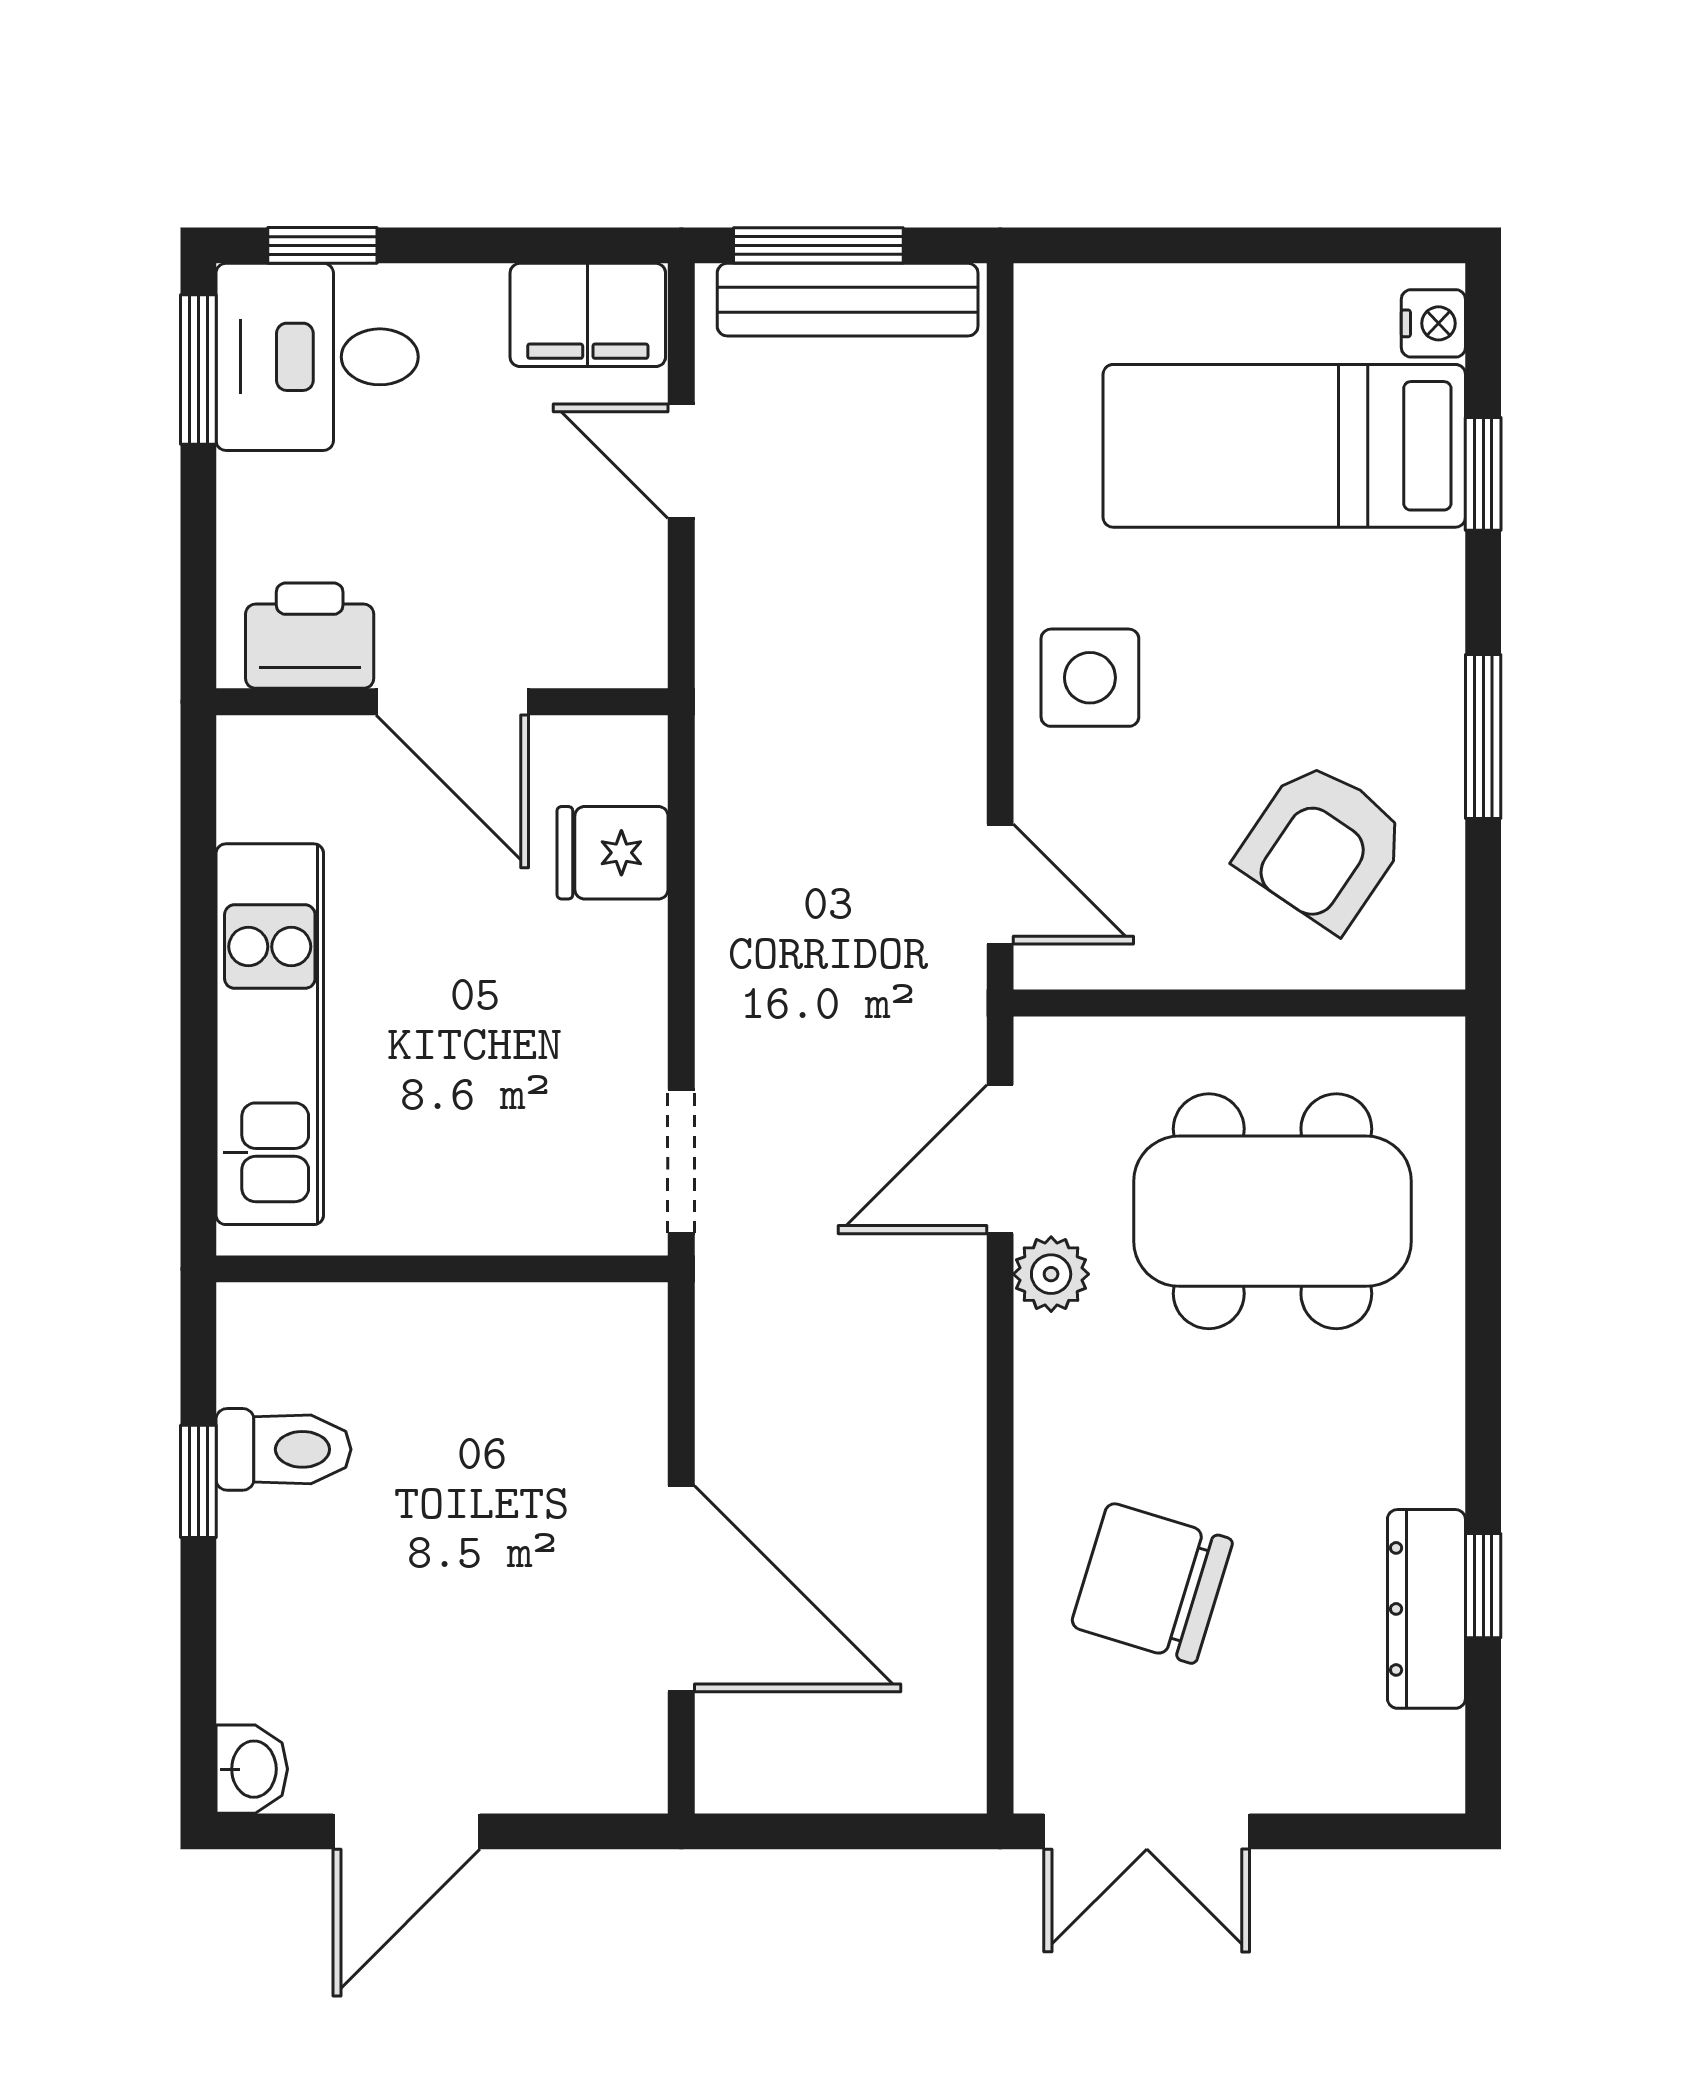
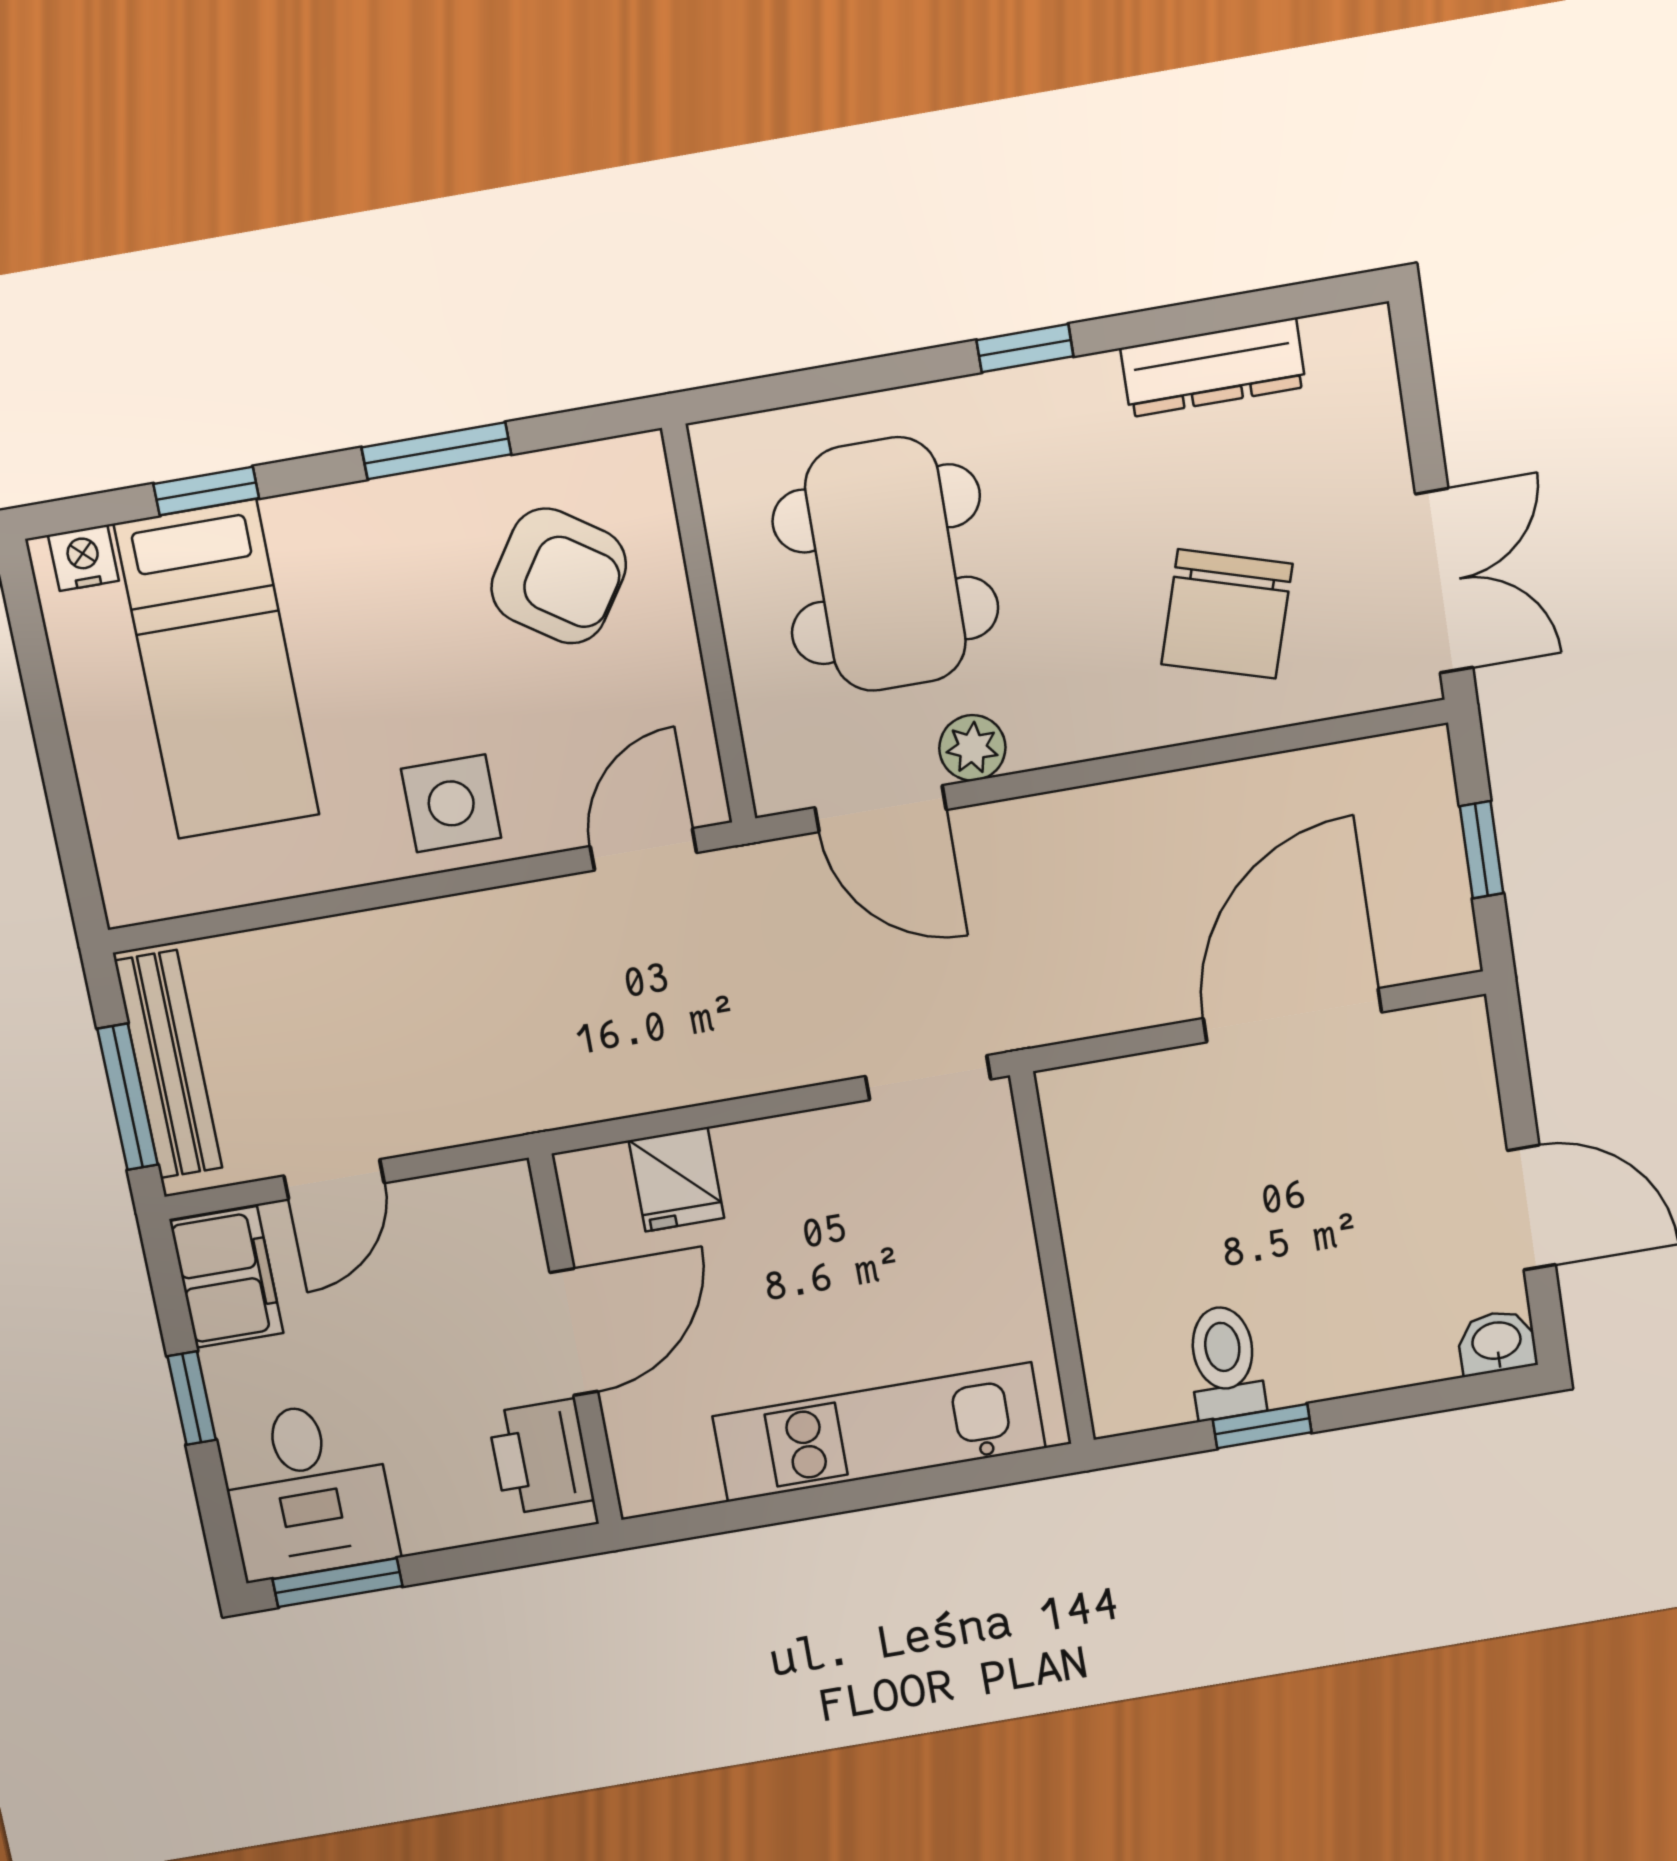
window: (322, 245) -> (192, 1398), moved
window: (1483, 1586) -> (1025, 348), moved
window: (835, 1831) -> (1482, 850), added

